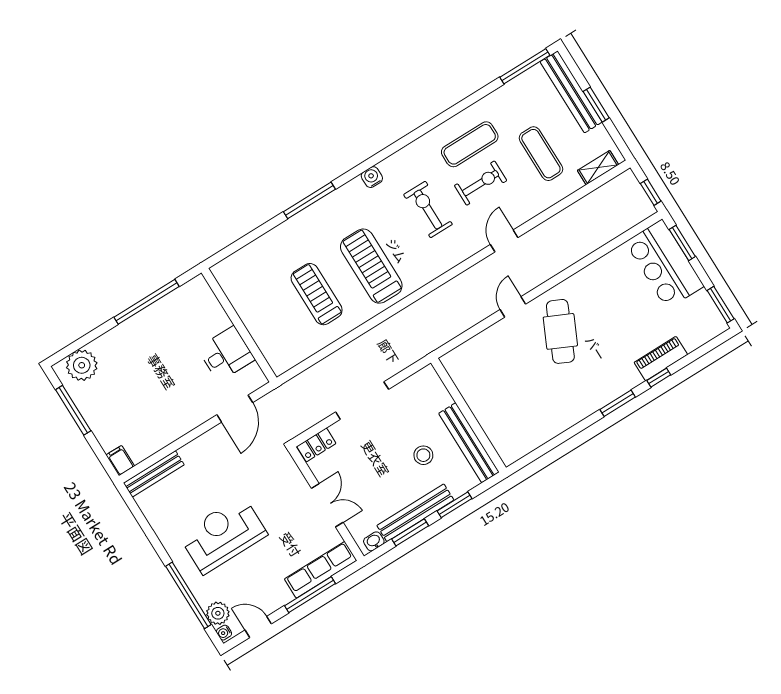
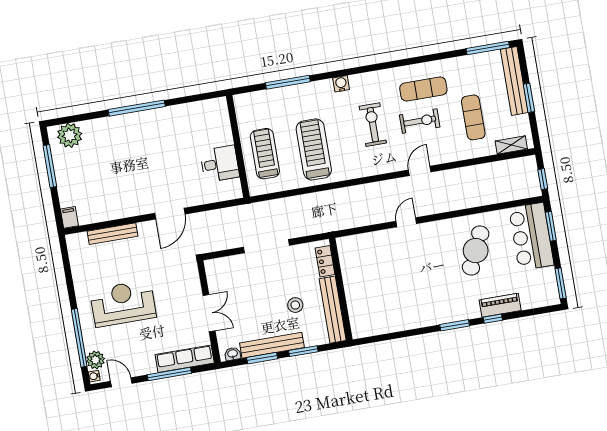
wall: (239, 325) -> (238, 146), moved
cafe table: (560, 331) -> (476, 251), moved
desk: (226, 354) -> (220, 164), moved
locker: (316, 445) -> (325, 261), moved, turned 90
bench: (154, 474) -> (112, 234), moved

